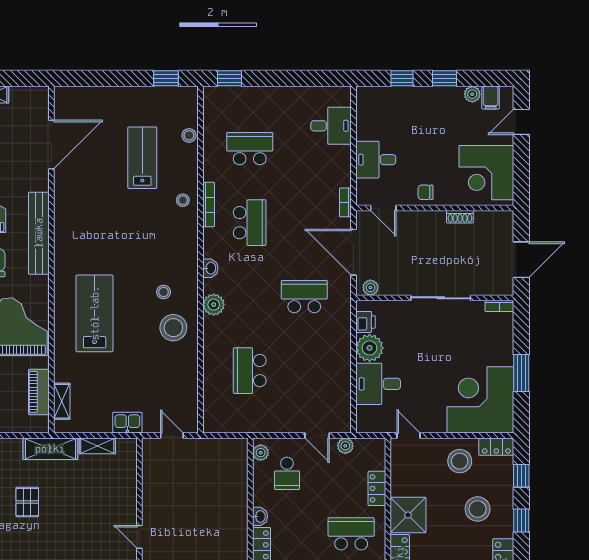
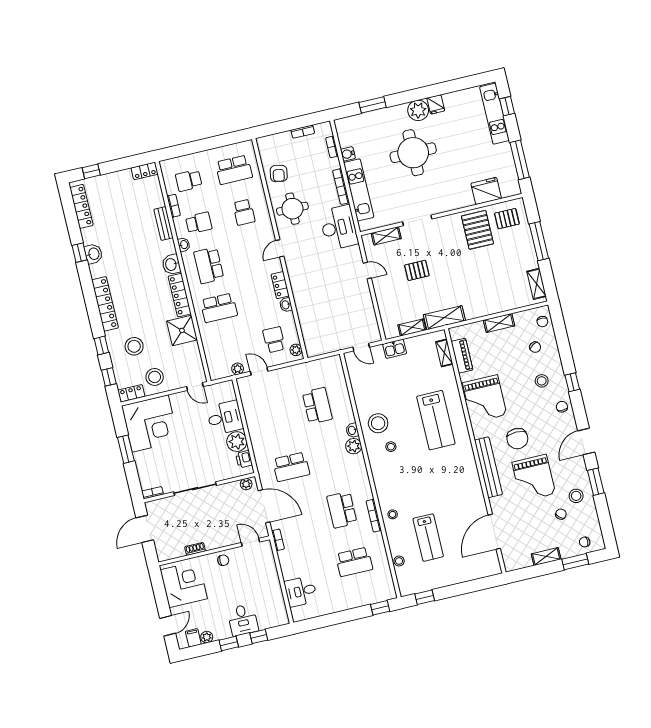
desk: (376, 160) -> (243, 620), moved, turned 90
washbasin: (210, 268) -> (352, 430), moved
locker: (377, 488) -> (208, 344), removed
pallet: (27, 502) -> (417, 270), moved, turned 90

